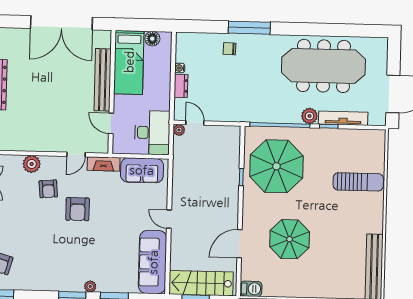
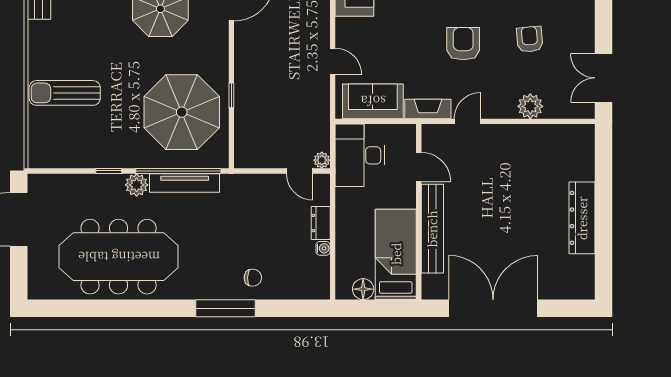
tv unit: (343, 118) -> (185, 183), moved
armchair: (48, 189) -> (530, 39), moved
door: (169, 219) -> (333, 61), moved

